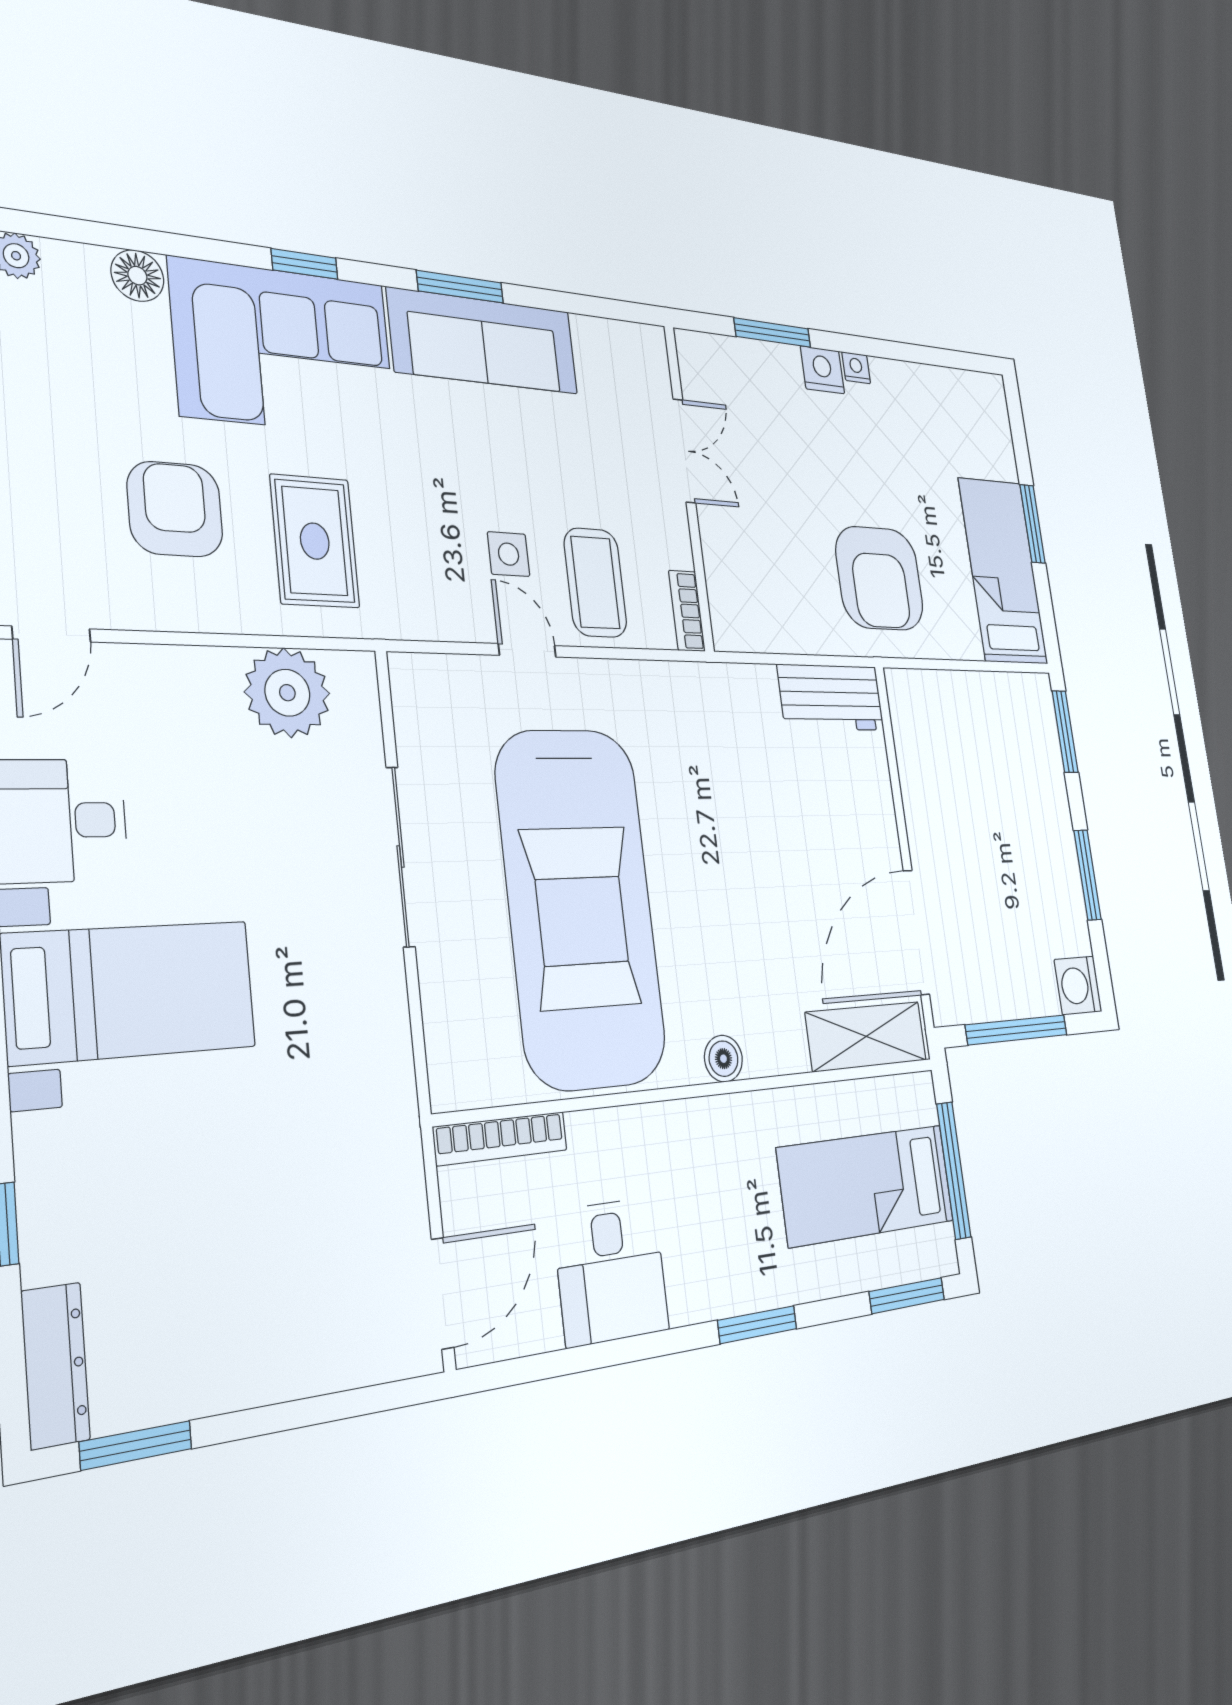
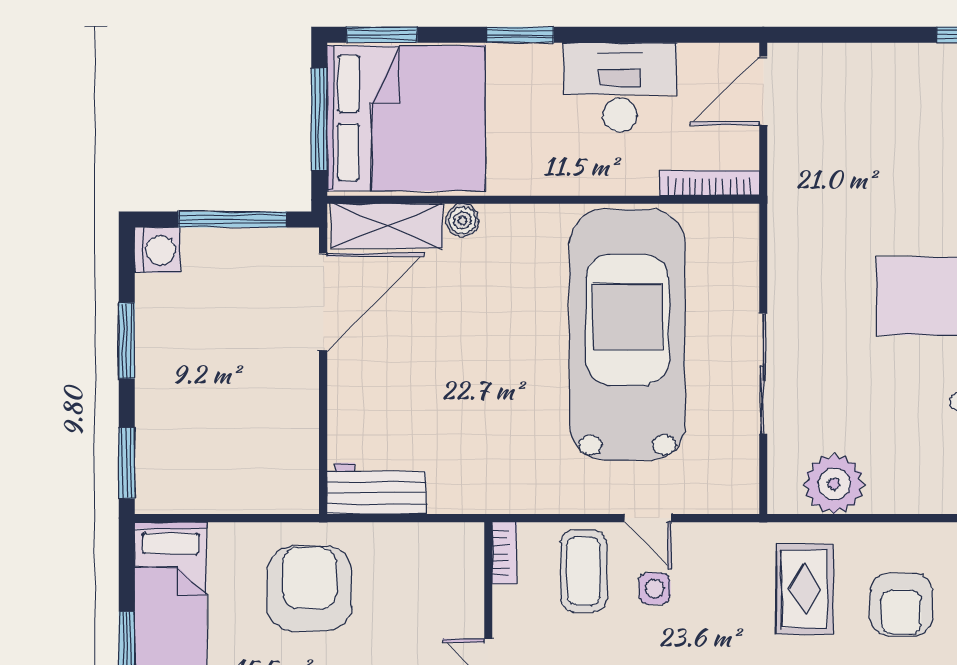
boiler: (723, 1059) -> (462, 220), moved
bed: (866, 1185) -> (406, 118), width x2.04
desk: (611, 1271) -> (620, 87), width x1.37

